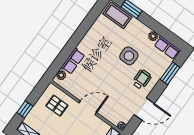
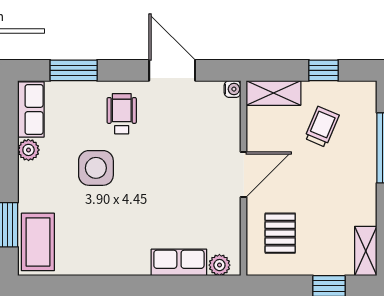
wheelchair: (142, 79) -> (122, 114), turned 90
door: (88, 108) -> (244, 175), swing flipped

